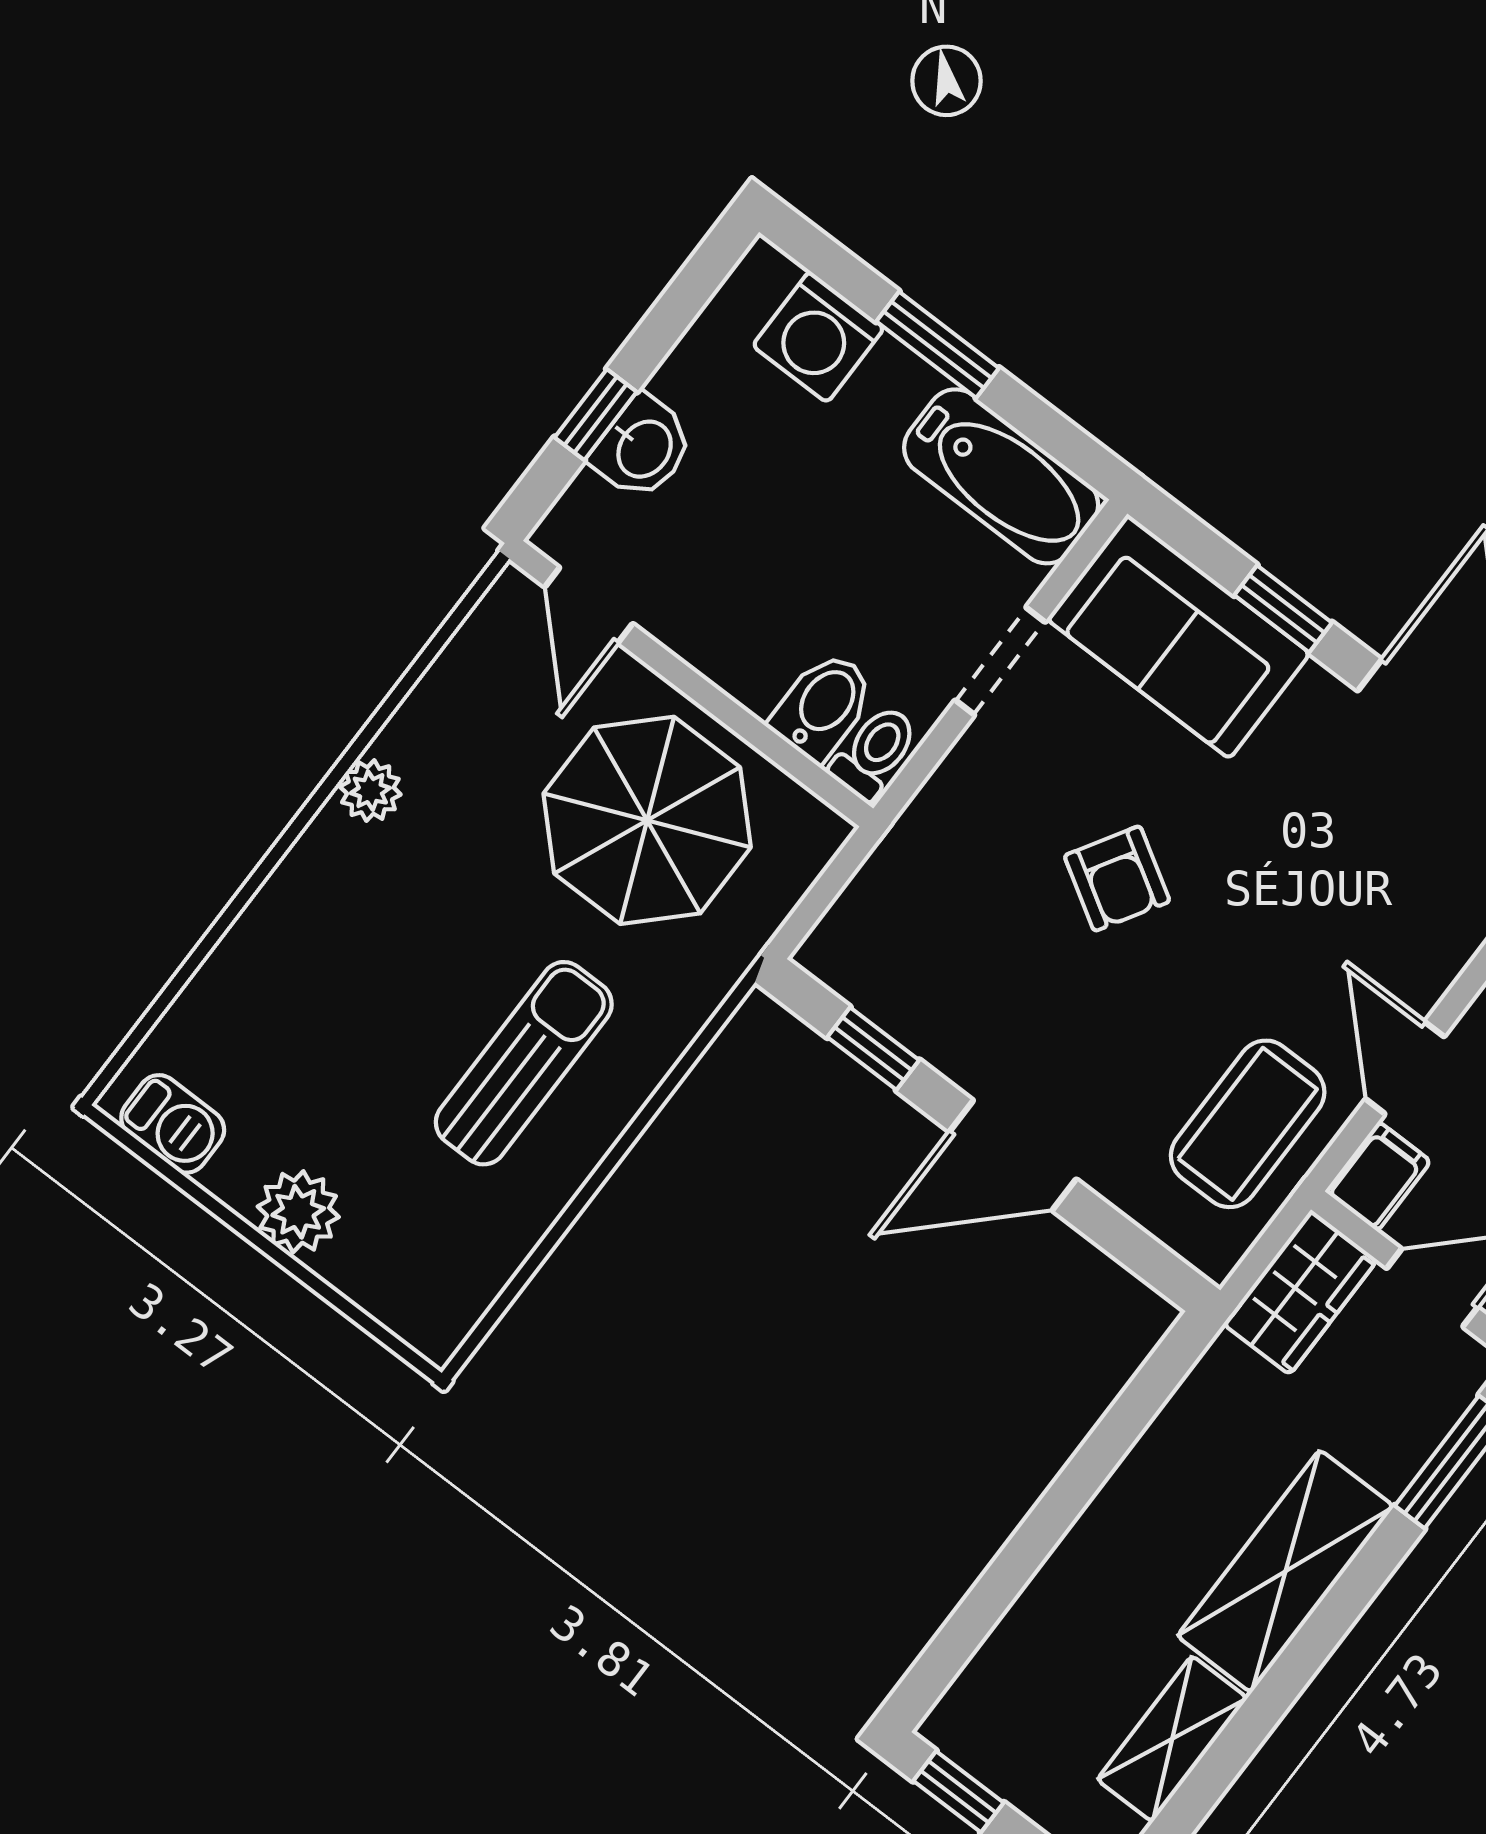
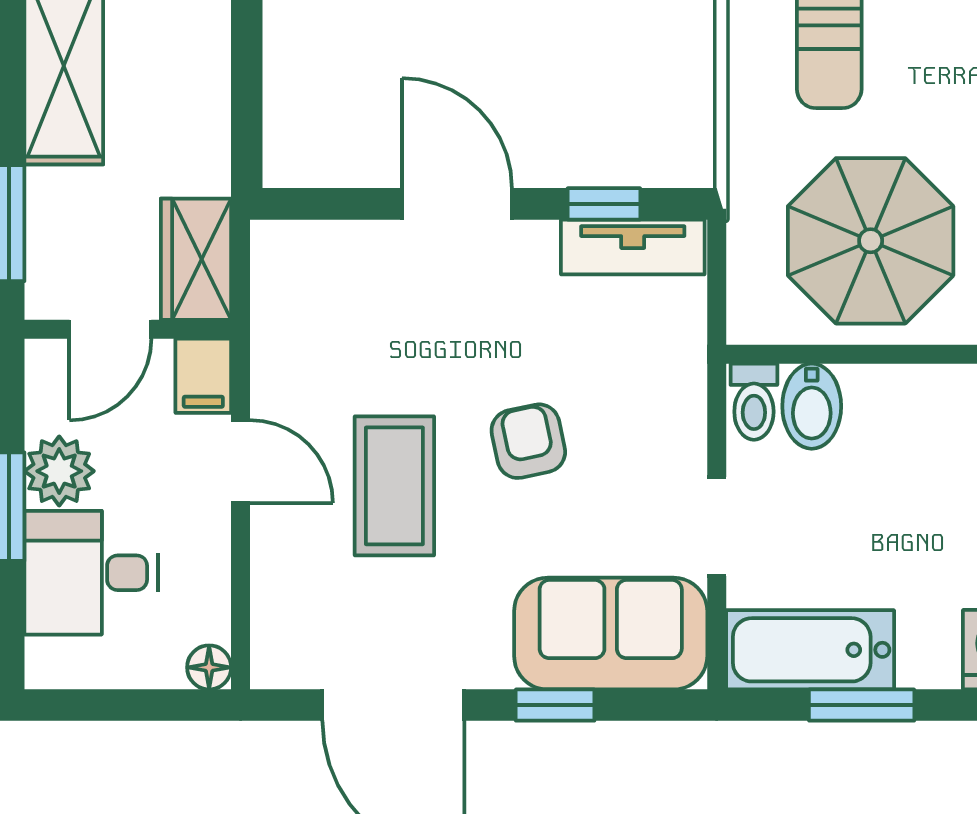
window: (938, 345) -> (862, 705), moved
armchair: (1117, 879) -> (528, 441), turned 47
tv unit: (877, 987) -> (633, 247), added
coffee table: (1248, 1124) -> (394, 486), moved
door: (1013, 1155) -> (457, 204), hinge flipped

